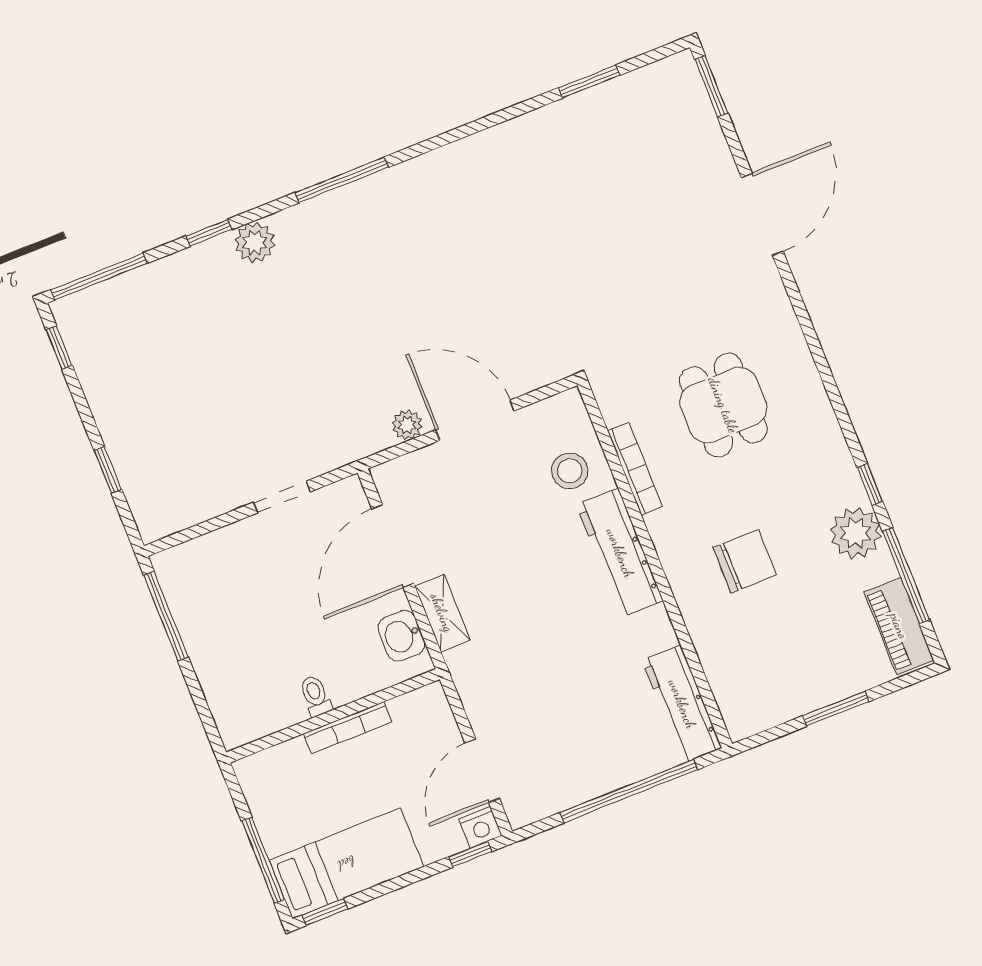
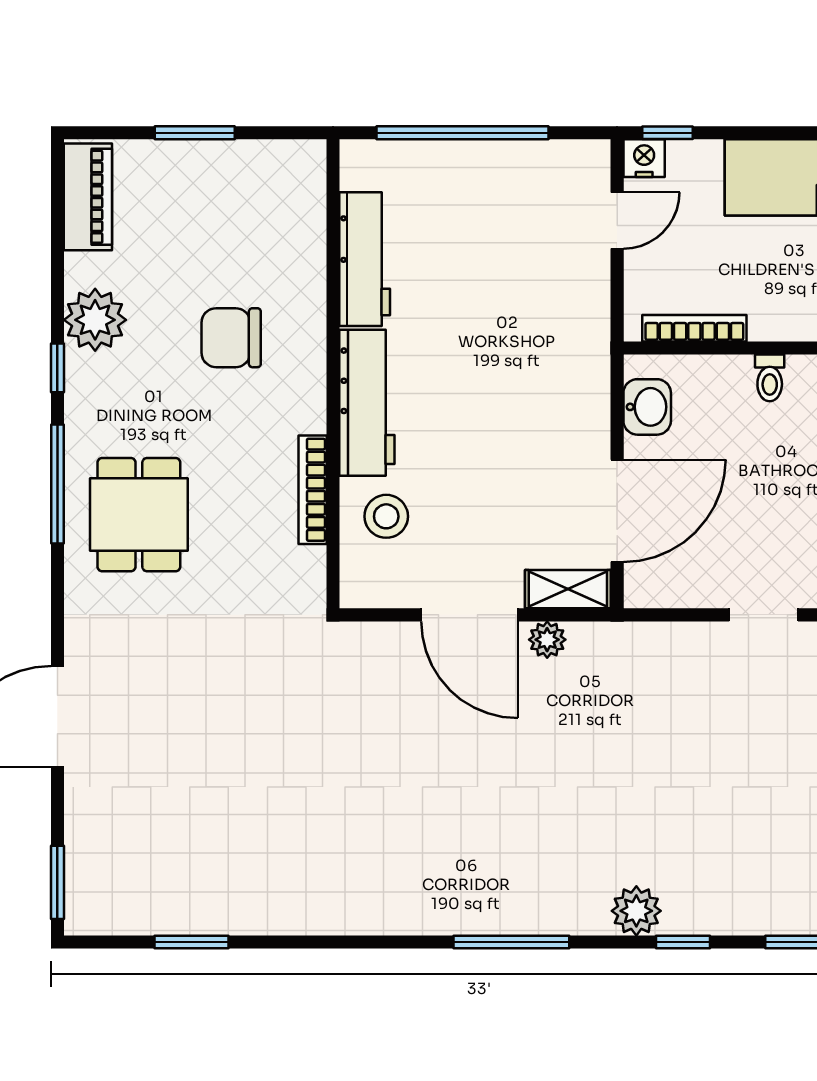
dining table: (723, 405) -> (139, 515), moved
doorway: (282, 497) -> (764, 615), moved
window: (906, 576) -> (57, 484), moved
shelving: (442, 613) -> (568, 589), moved, turned 90
workbench: (682, 704) -> (365, 259), moved
bookcase: (348, 728) -> (694, 328), moved
door: (482, 771) -> (617, 220), width x0.73

